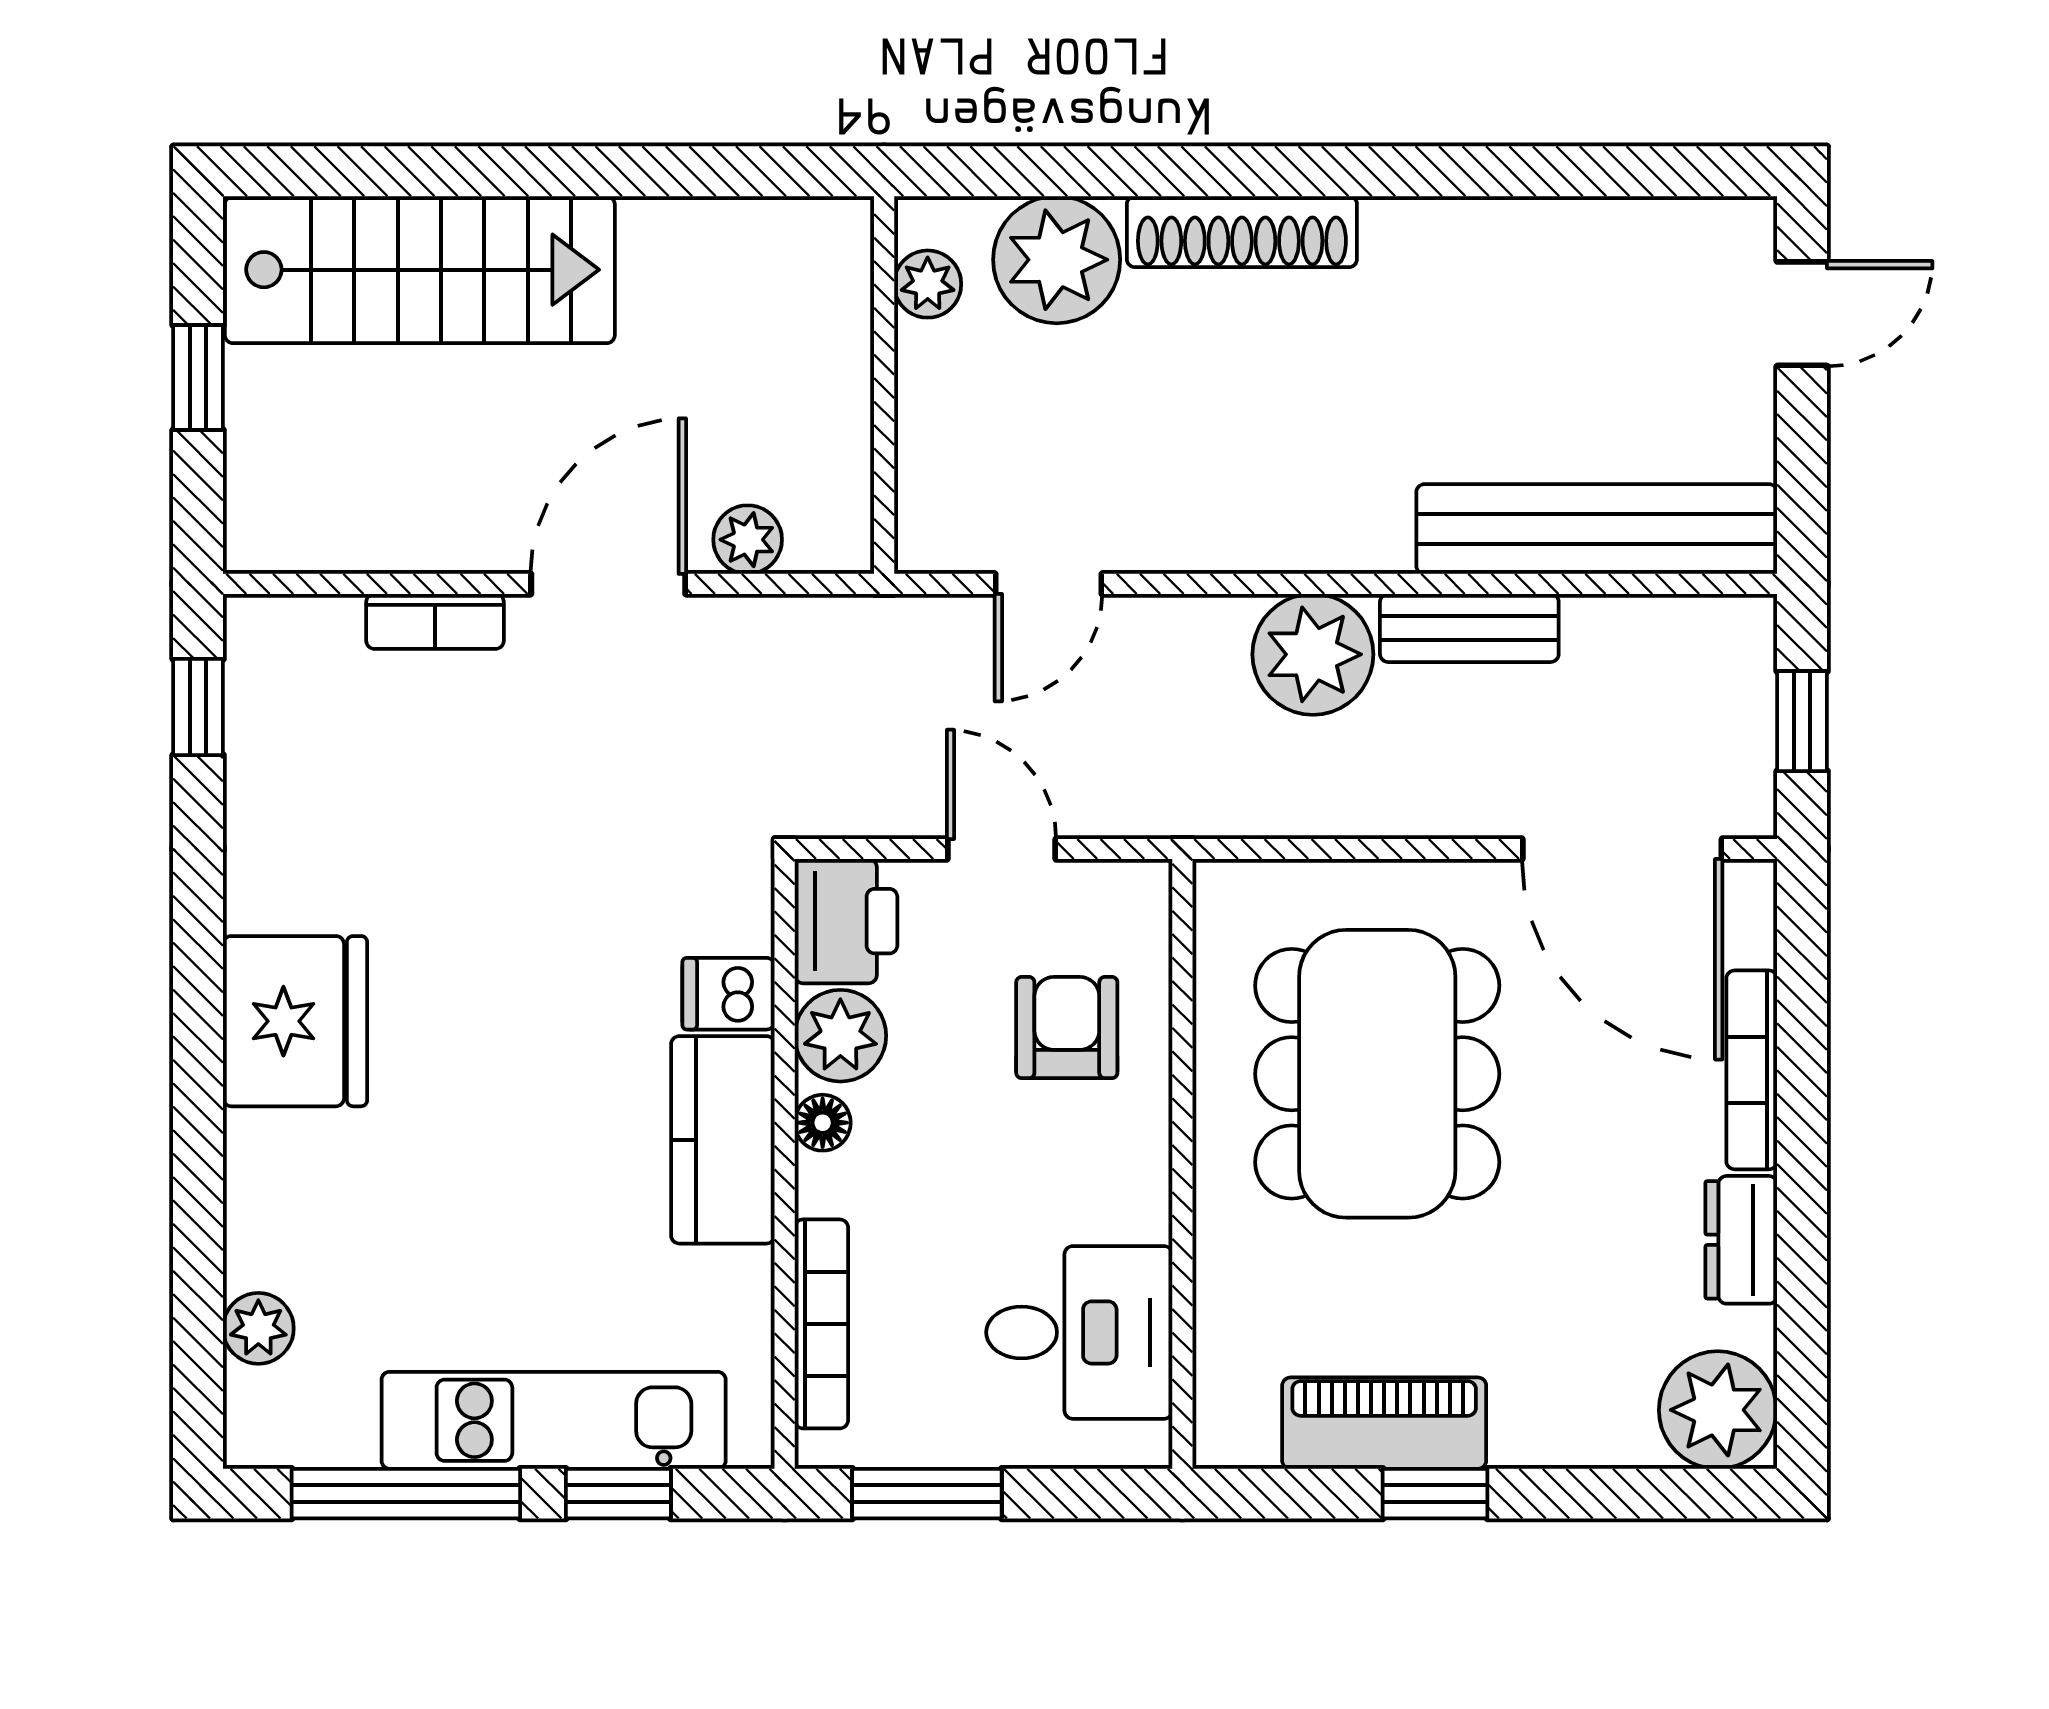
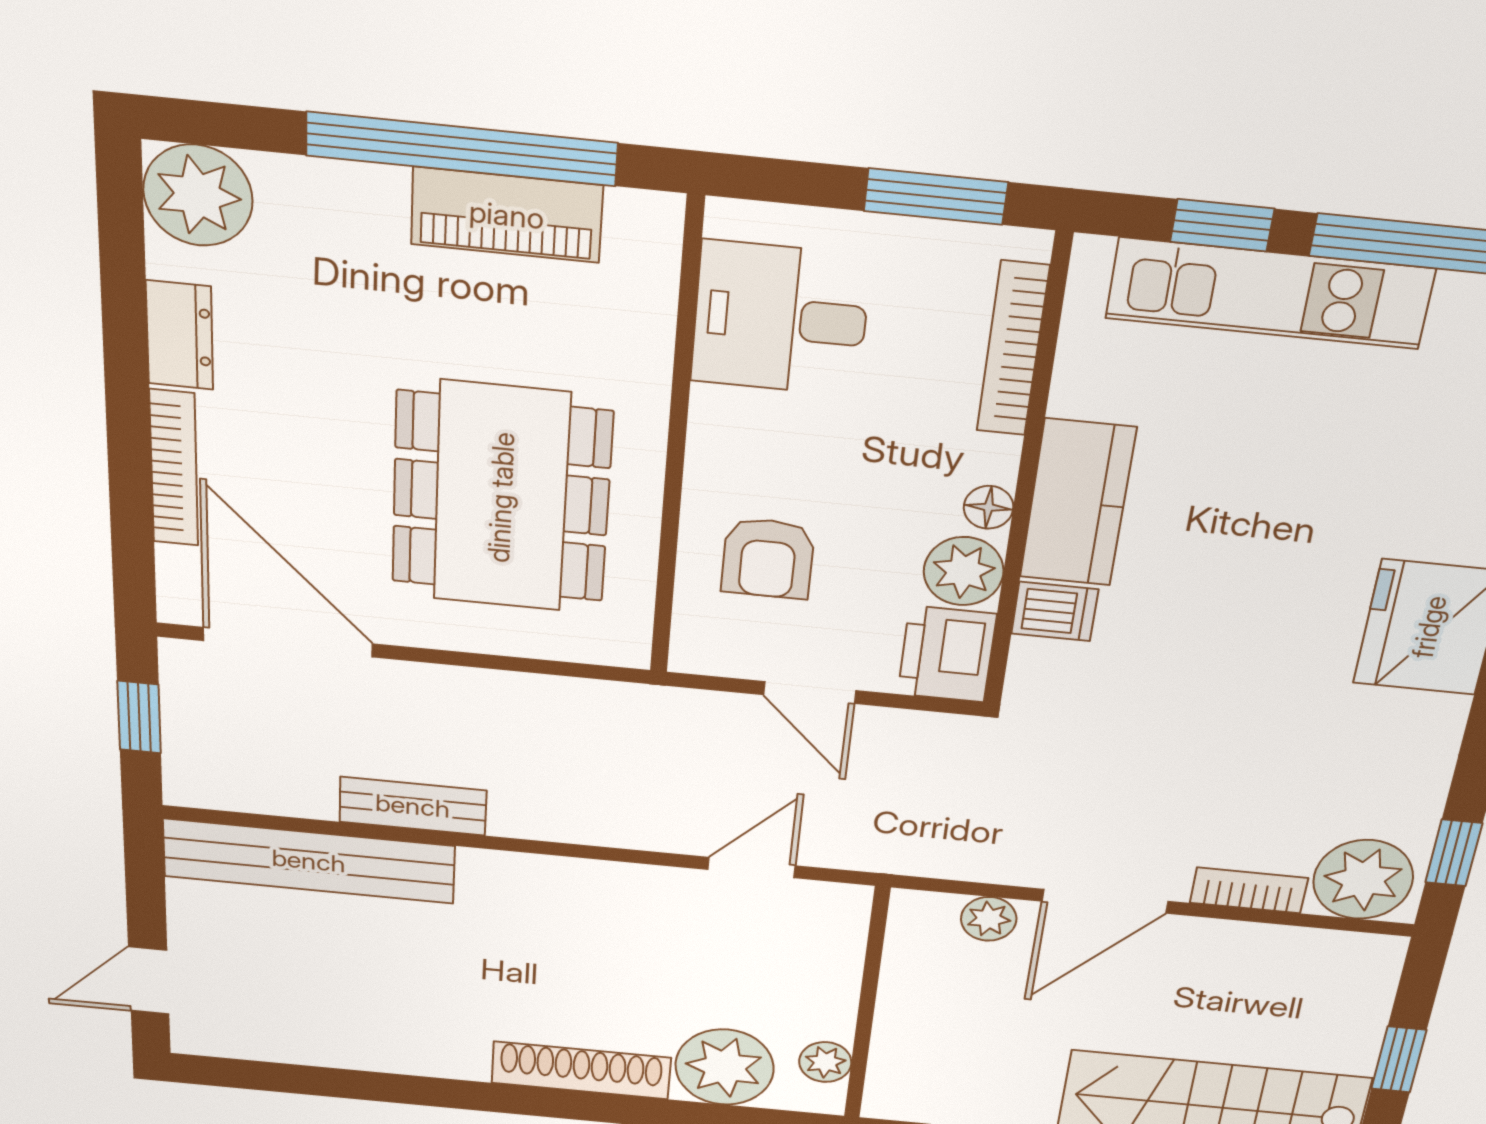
plant: (1313, 654) -> (1363, 879), moved
window: (1435, 1494) -> (462, 149), width x3.17

